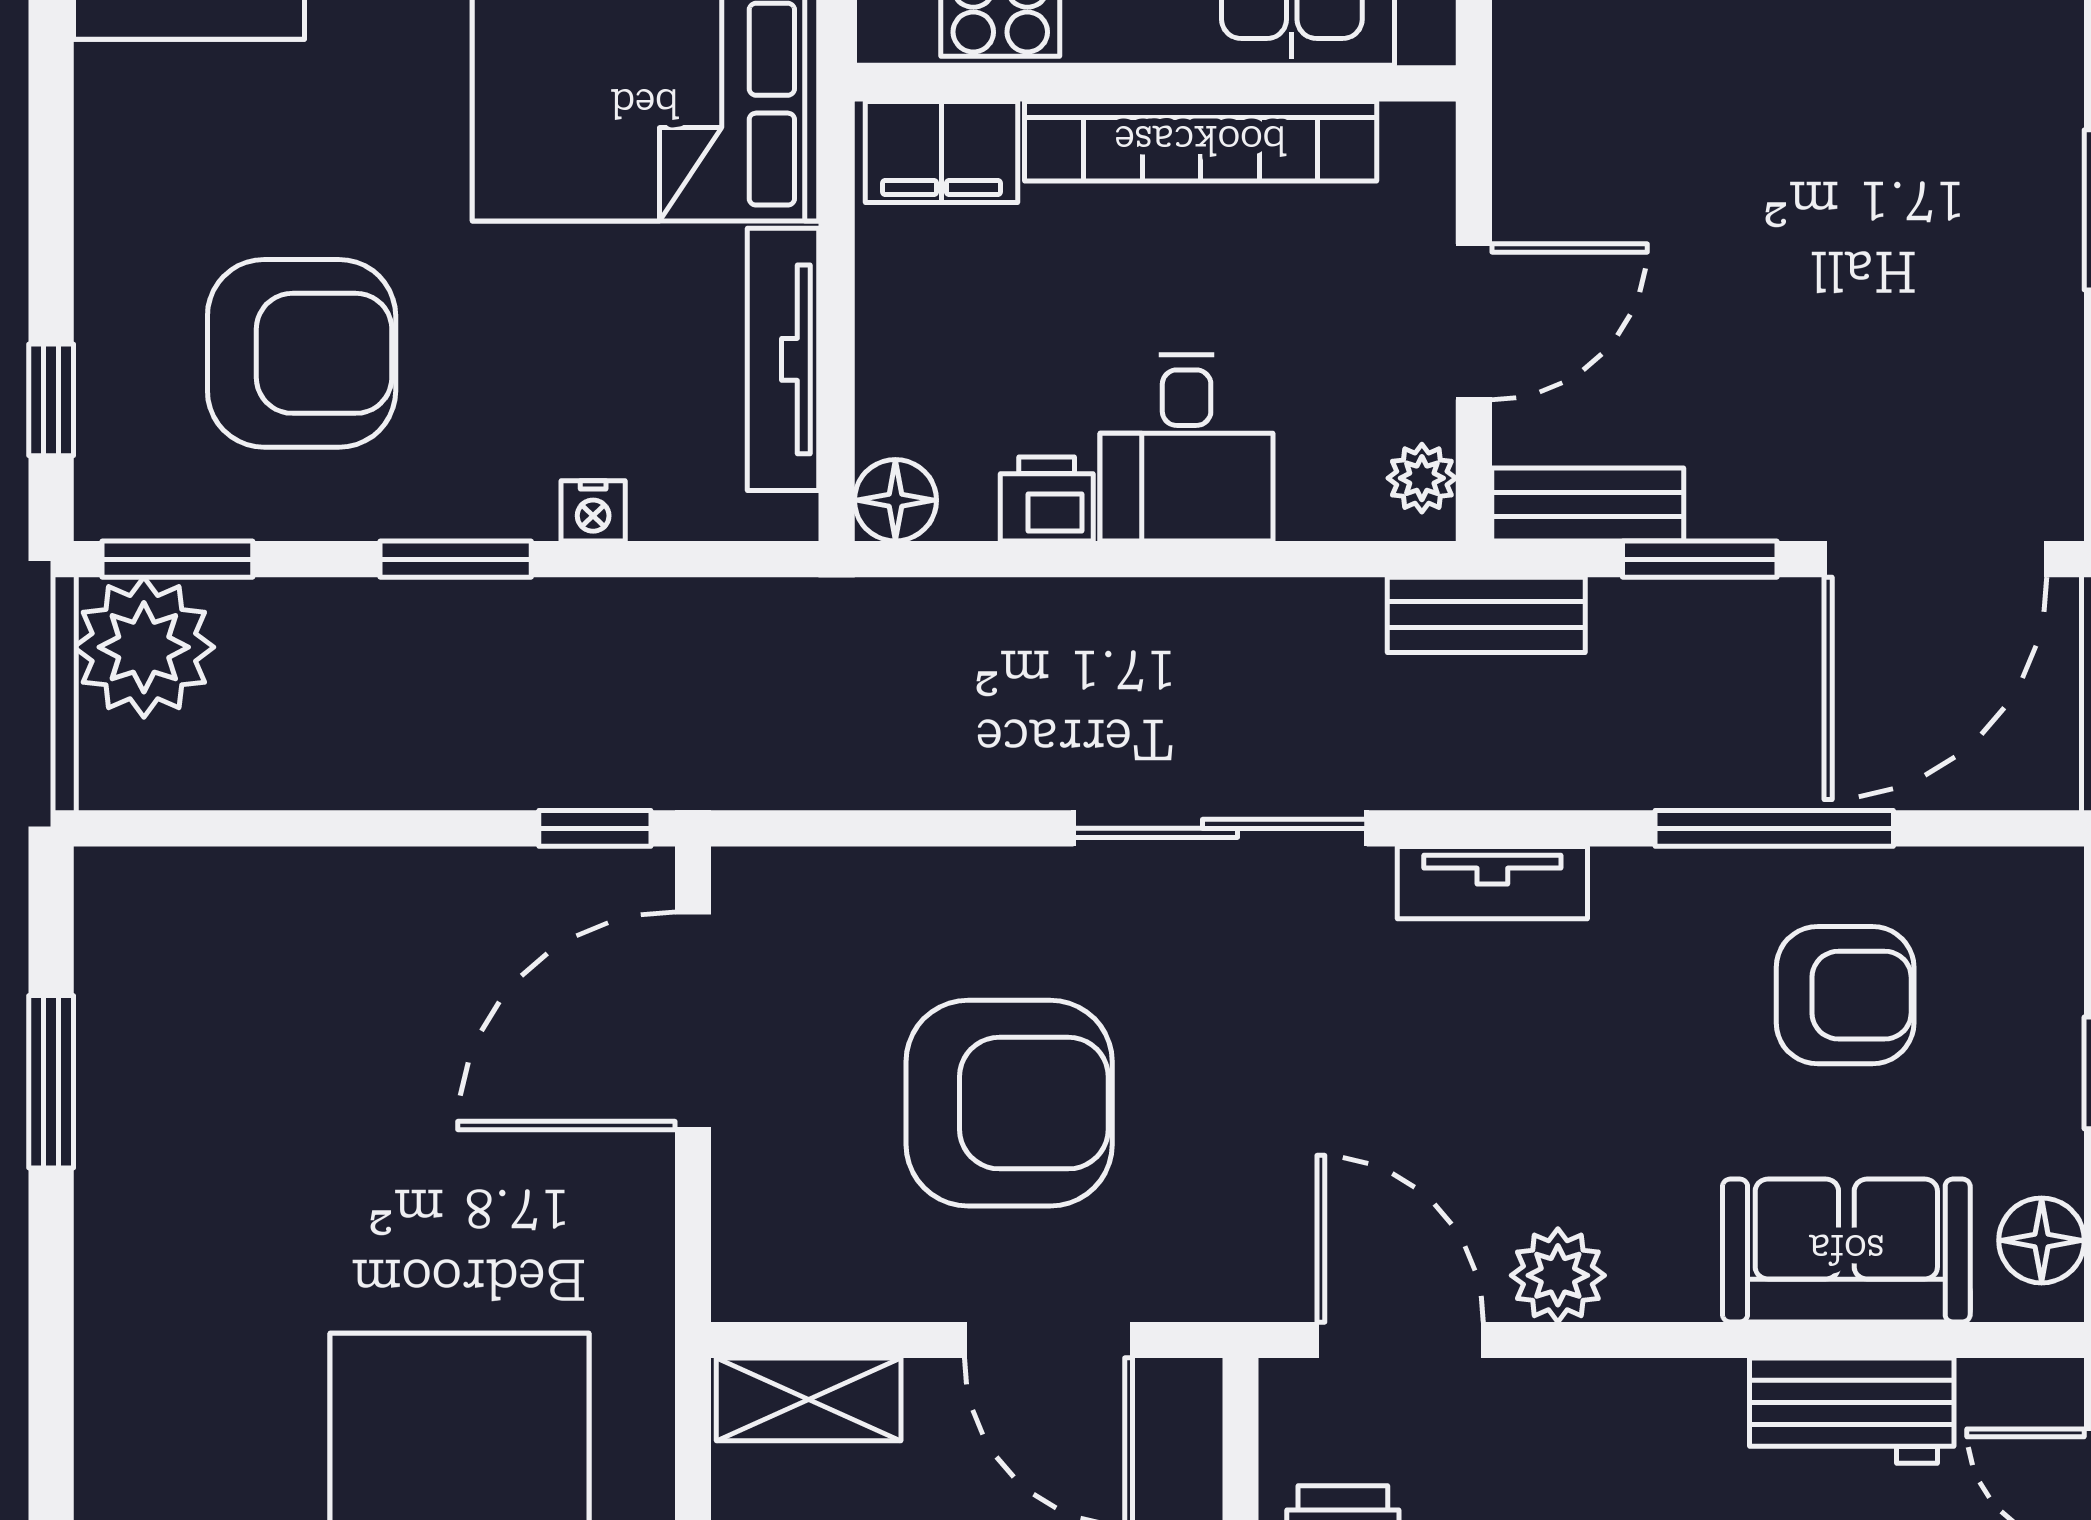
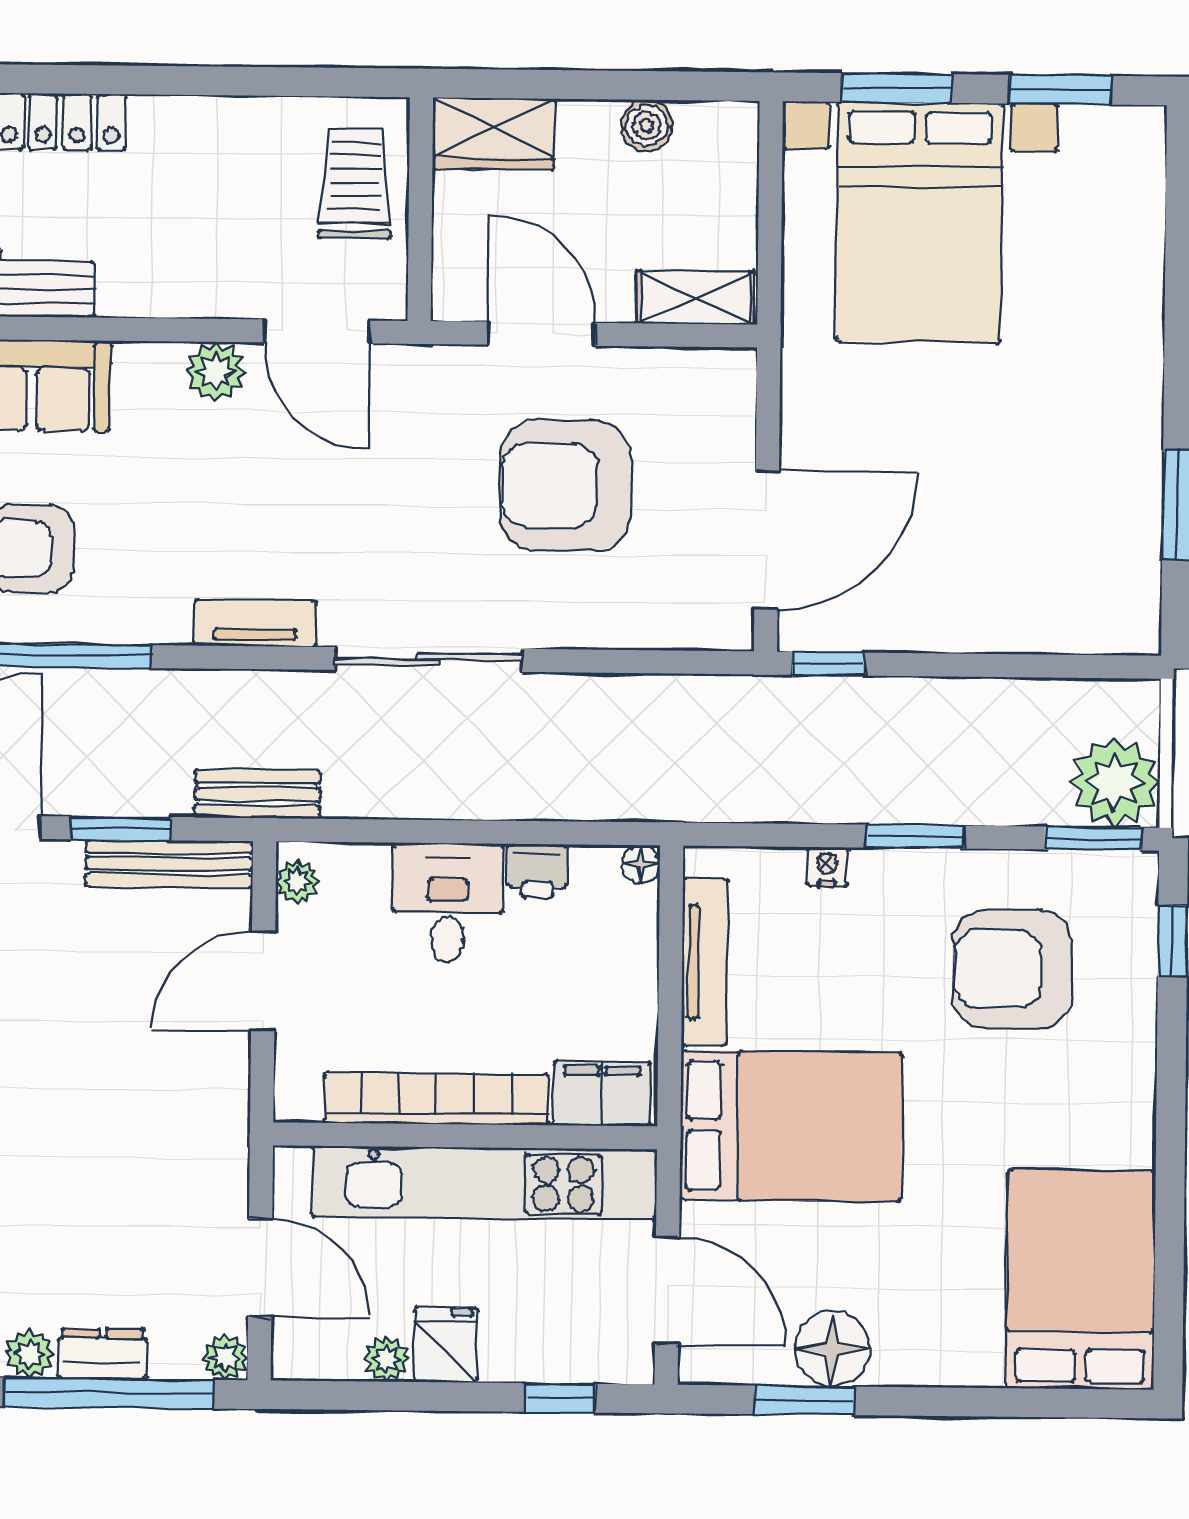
floor lamp: (895, 500) -> (641, 864), width x0.73, depth x0.73
bench: (1588, 504) -> (169, 864), width x1.36

